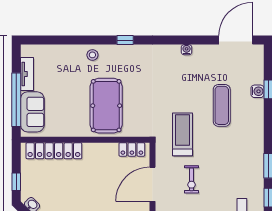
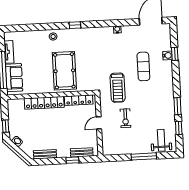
treadmill: (182, 134) -> (118, 88), turned 180
locker: (132, 149) -> (79, 100), width x1.53
locker: (54, 151) -> (44, 103), moved
door: (153, 184) -> (99, 123), width x0.53

